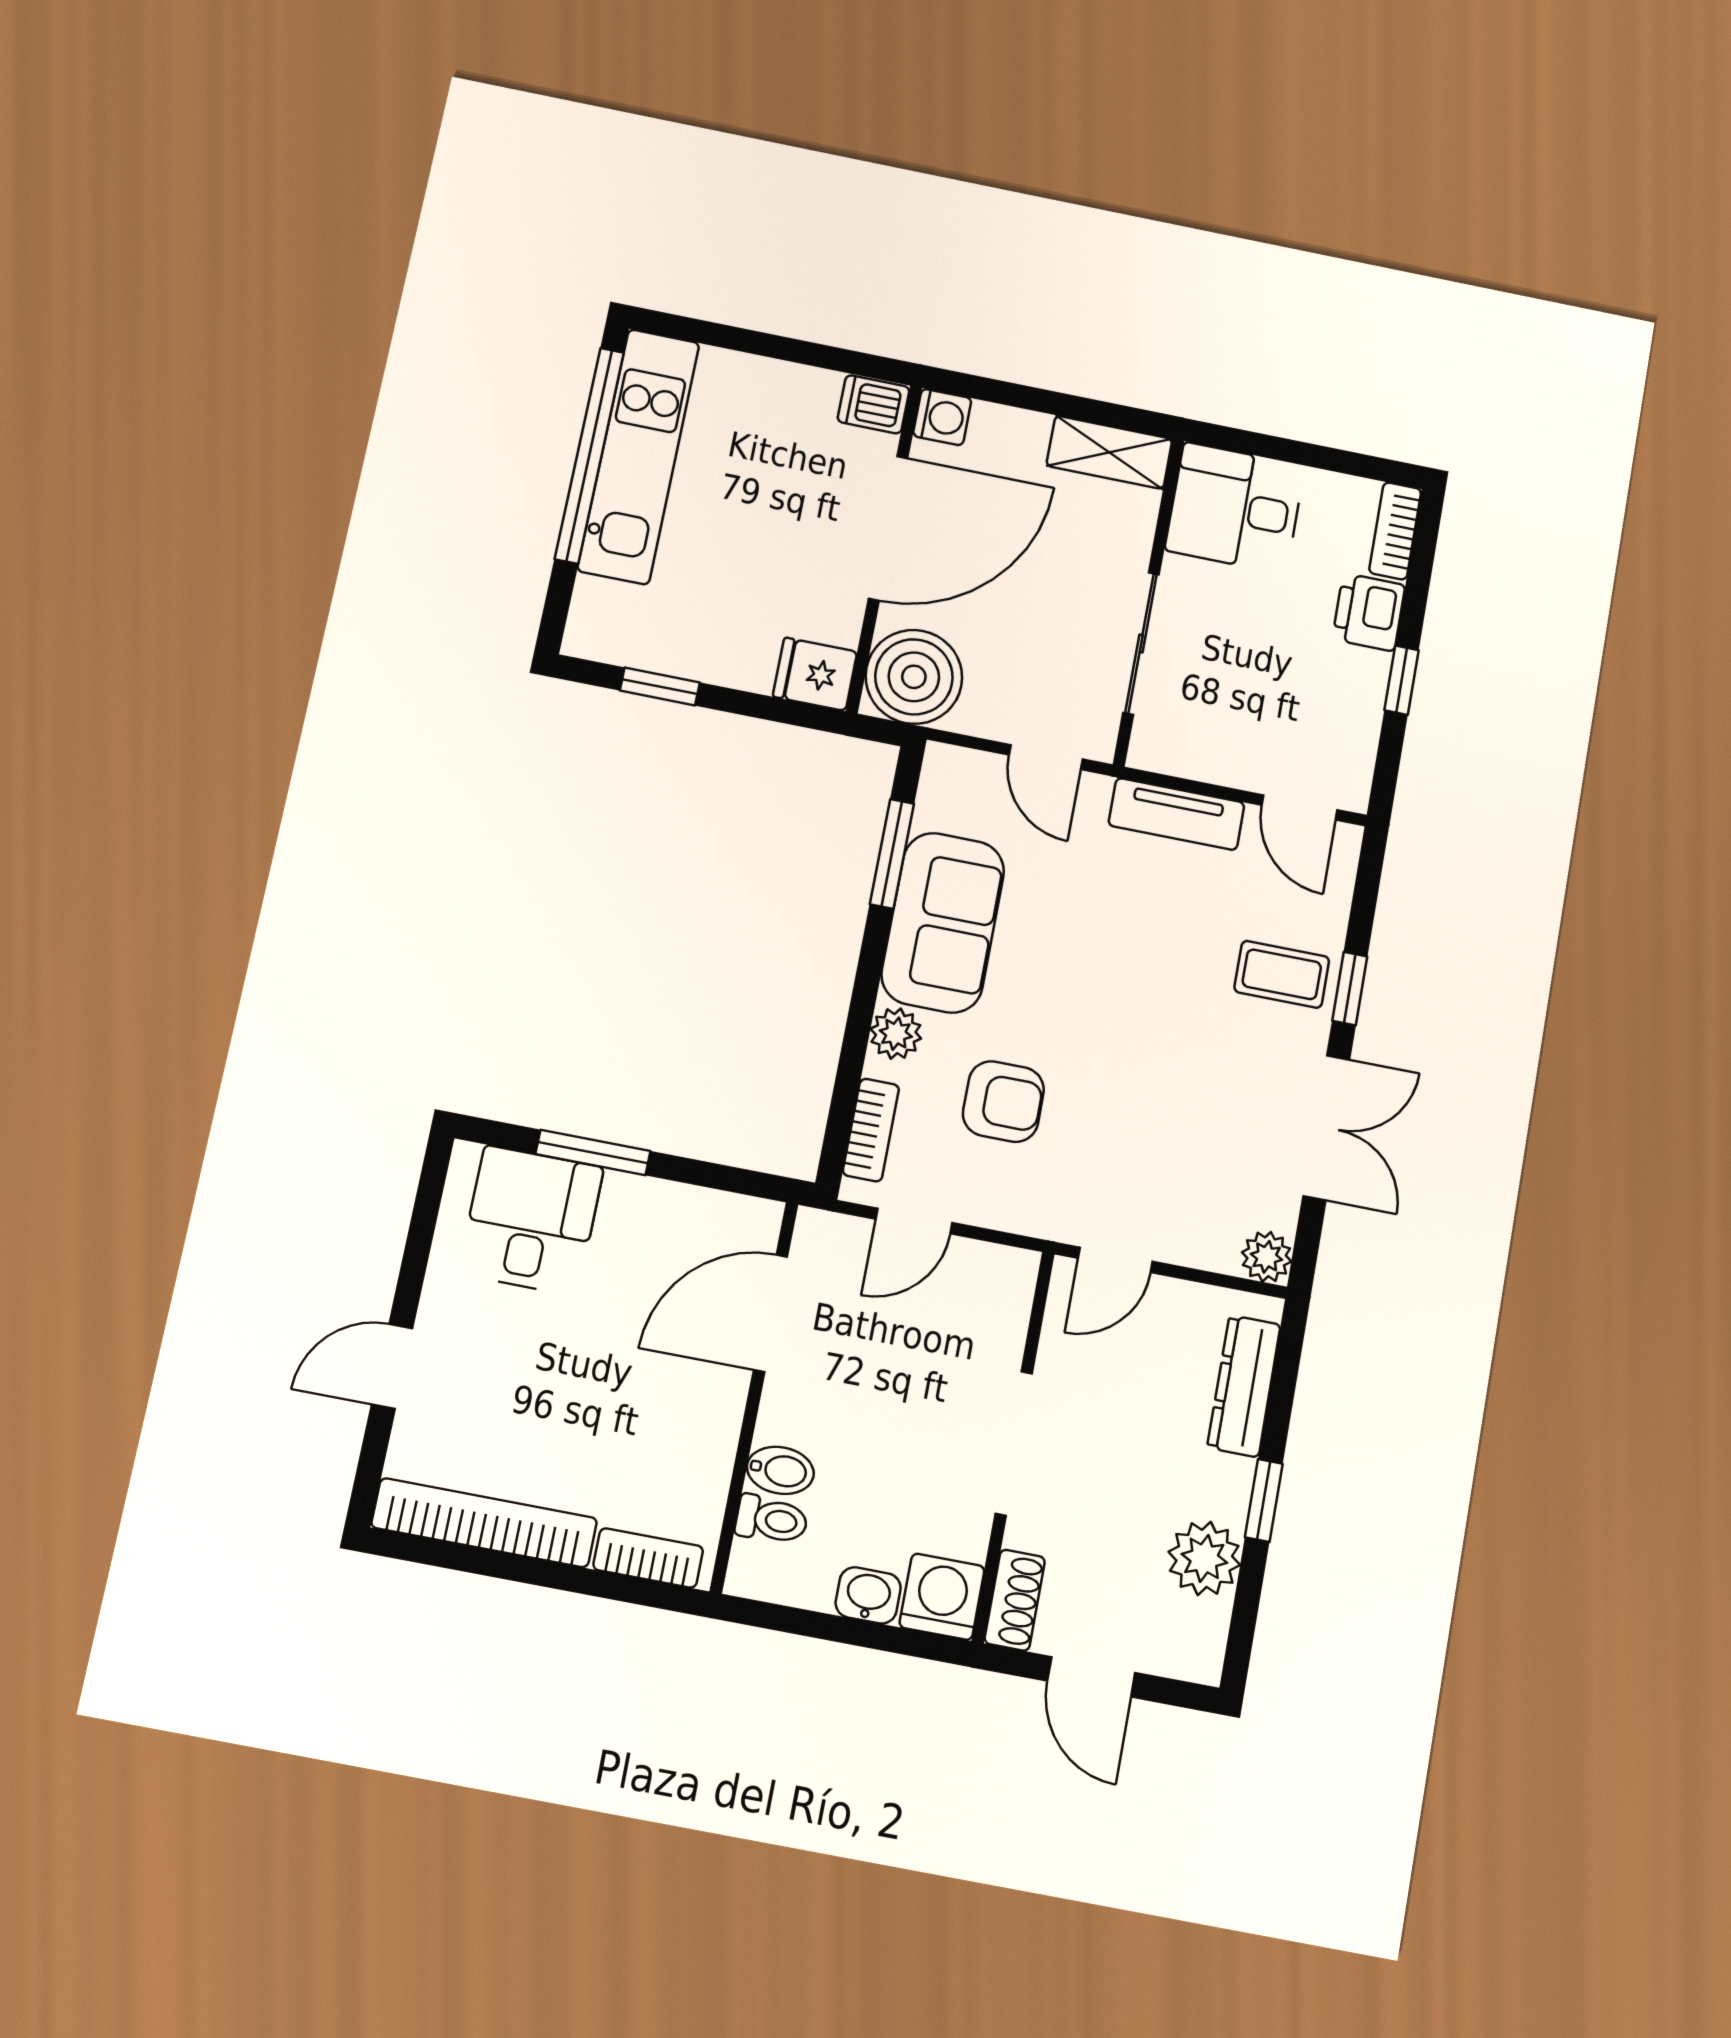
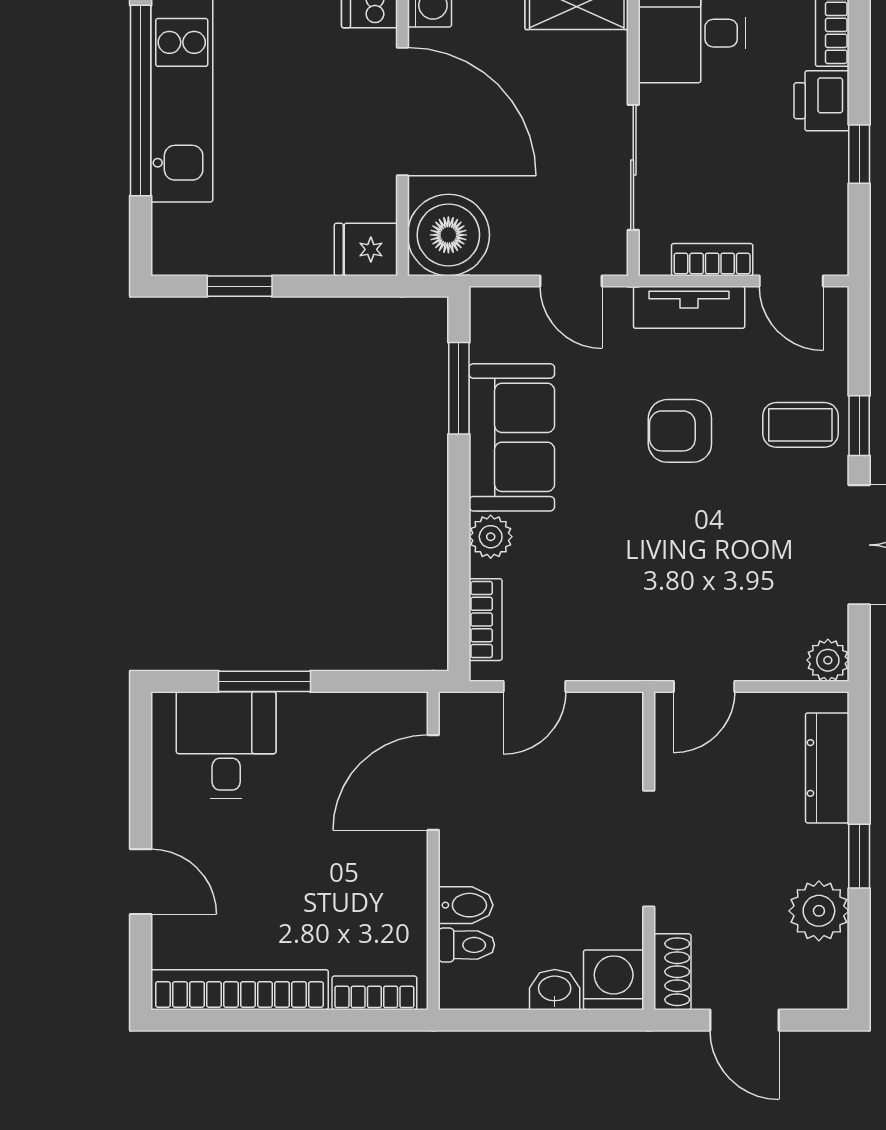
door: (888, 528) -> (402, 112), hinge flipped
bookcase: (1213, 765) -> (712, 260), added
armchair: (1003, 1102) -> (680, 431), moved, turned 180
door: (392, 1366) -> (141, 882), swing flipped

